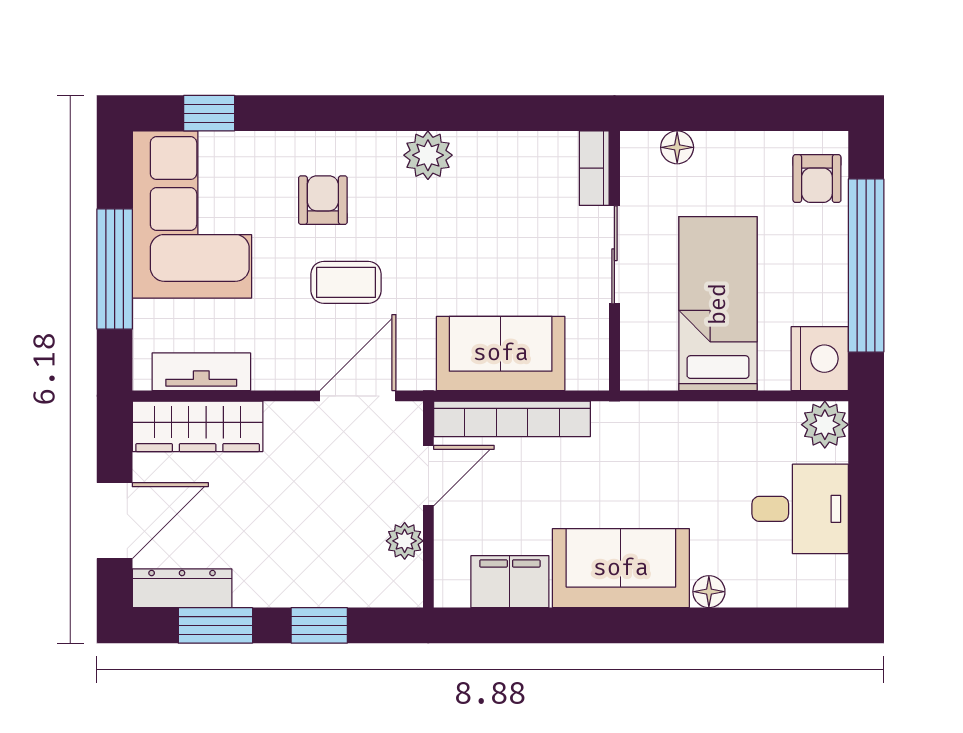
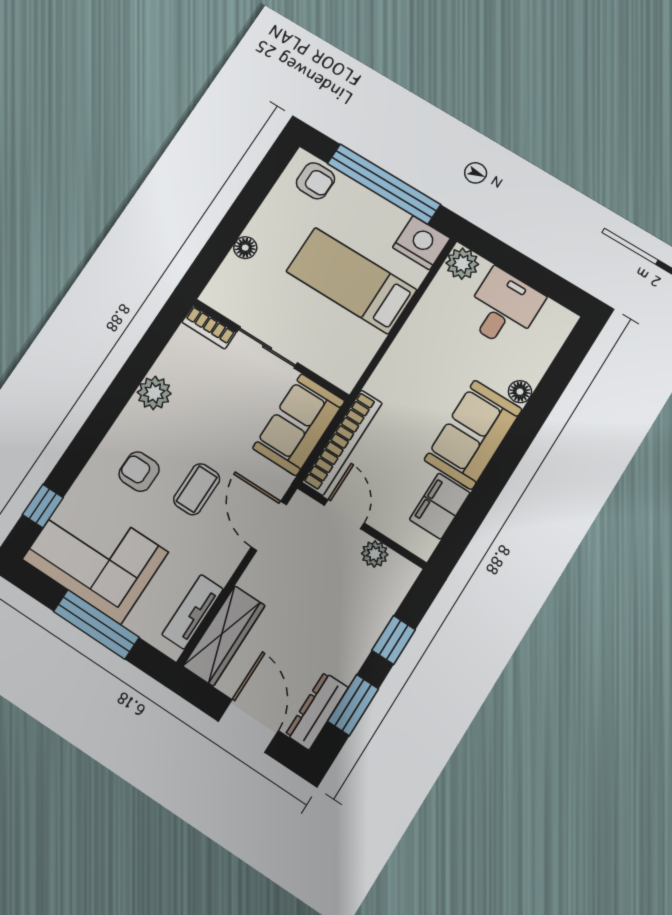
bookcase: (594, 168) -> (209, 327), moved
sliding door: (614, 255) -> (267, 347), moved
wall: (614, 261) -> (271, 350), moved

